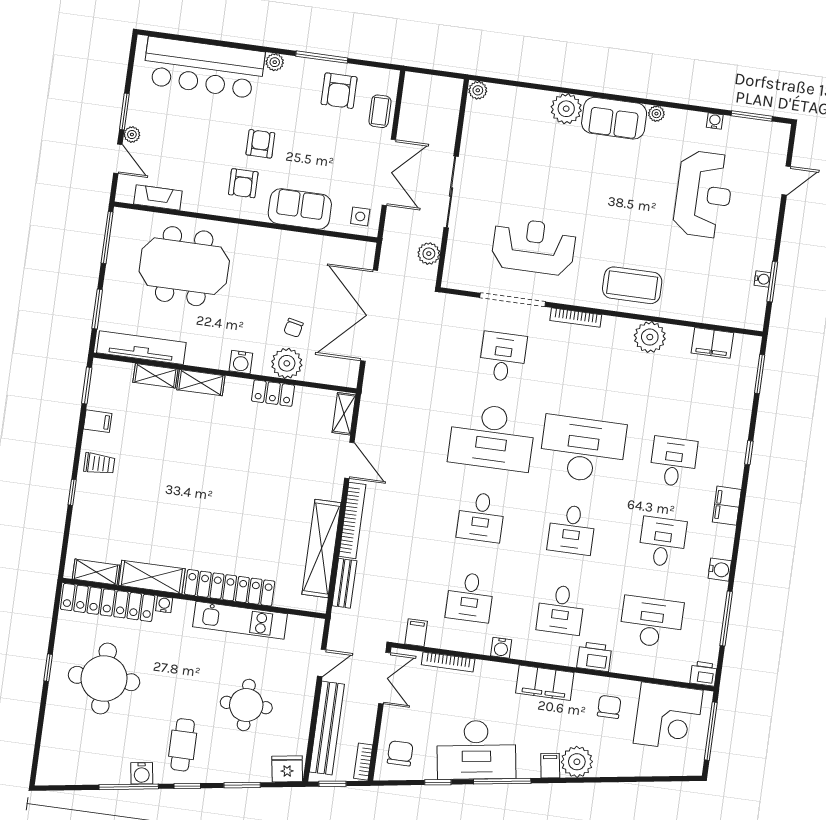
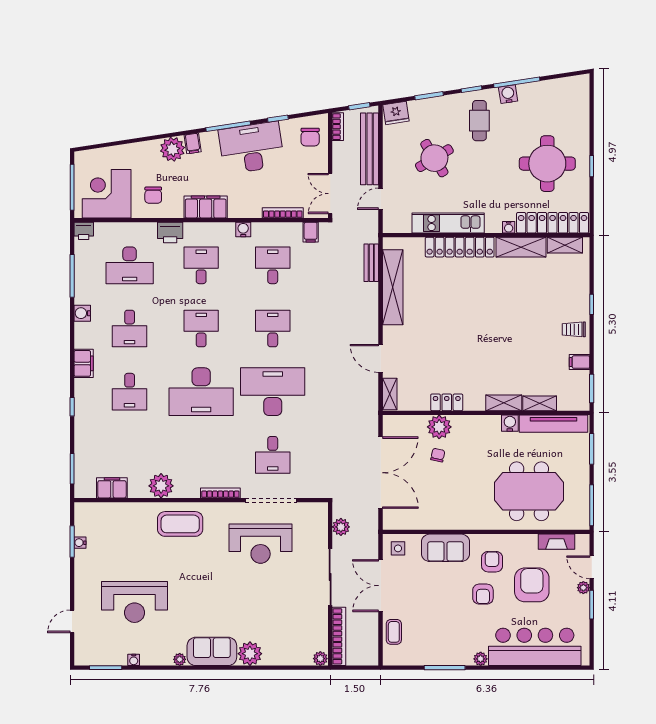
armchair: (339, 91) -> (532, 585), moved, width x1.36, depth x1.36
reception desk: (704, 194) -> (134, 602), turned -90
water cooler: (241, 362) -> (510, 423), moved
bookcase: (352, 520) -> (339, 636), moved, turned 180
round table: (246, 705) -> (434, 158), turned -31

